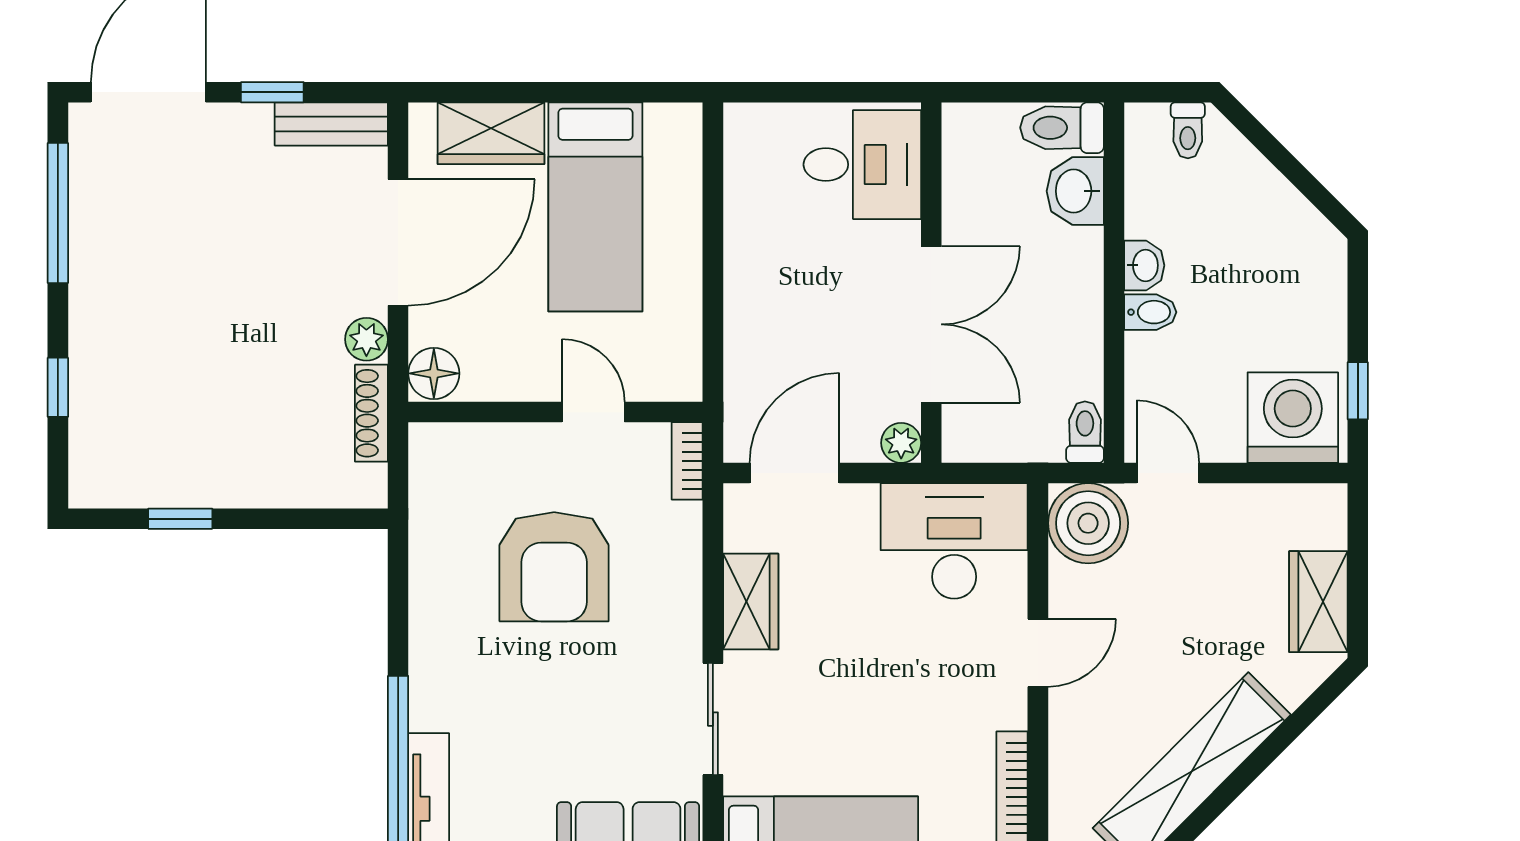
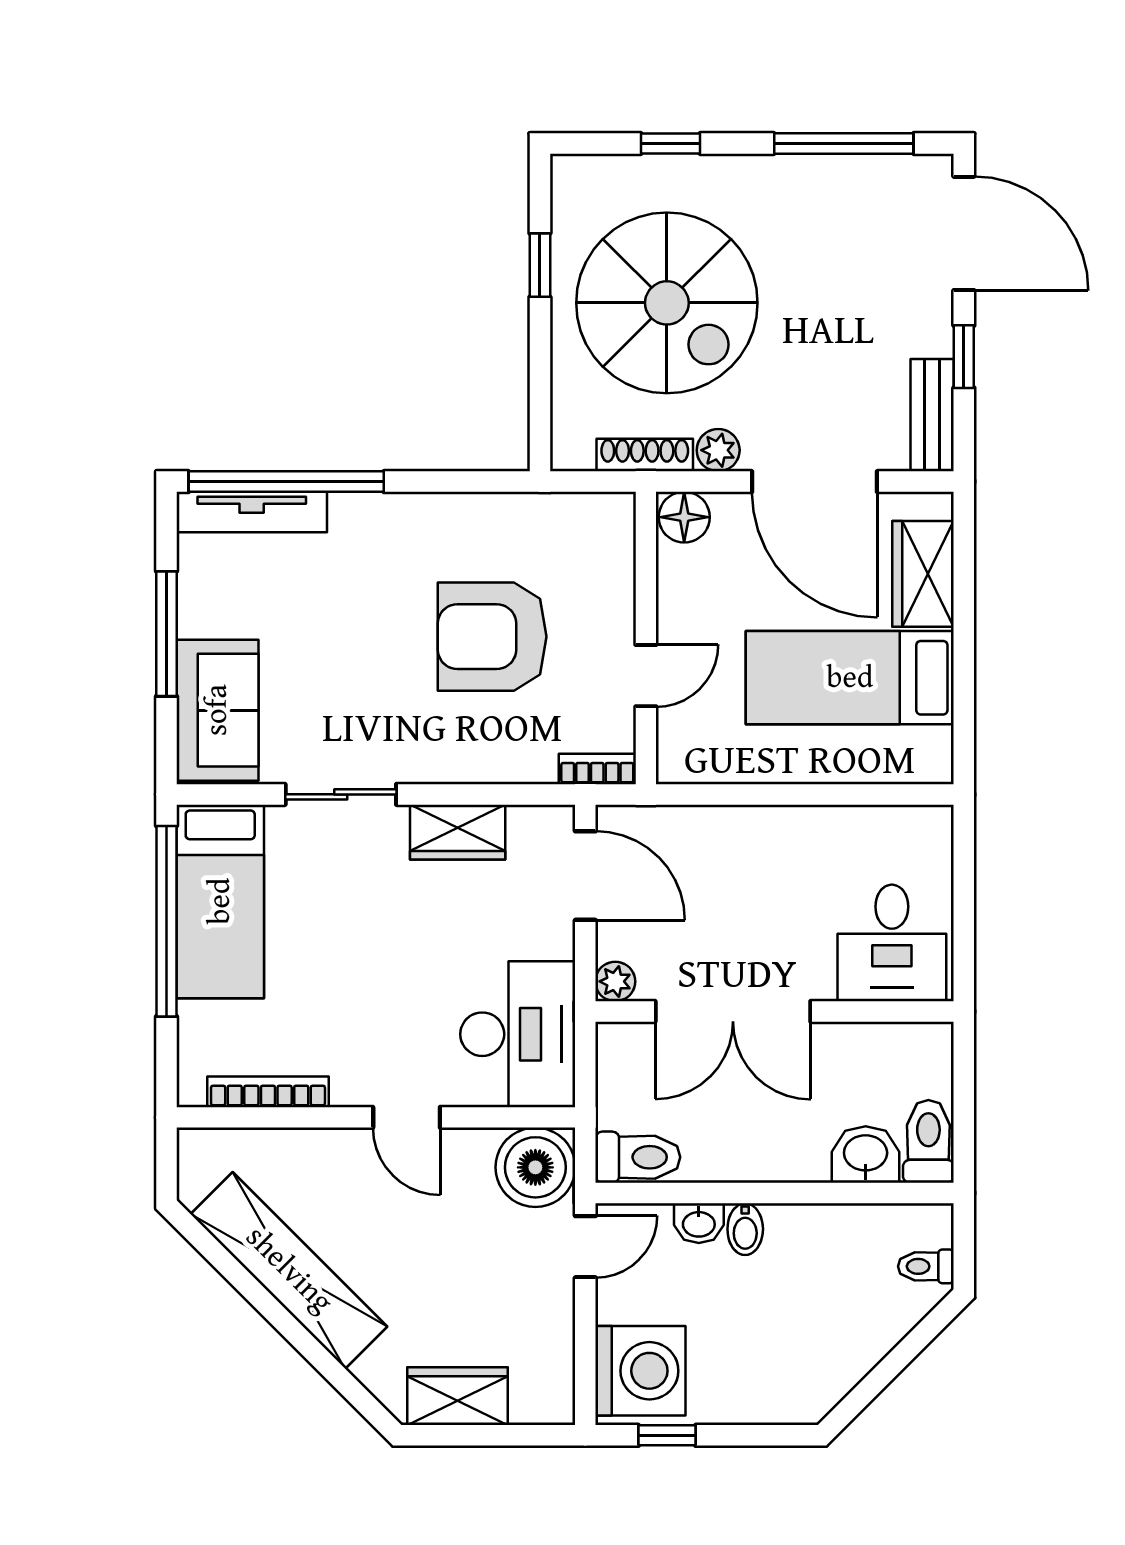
washbasin: (1144, 265) -> (699, 1223), moved
spiral stairs: (218, 391) -> (667, 303), added
toilet: (1085, 432) -> (638, 1157), width x1.37, depth x1.39

